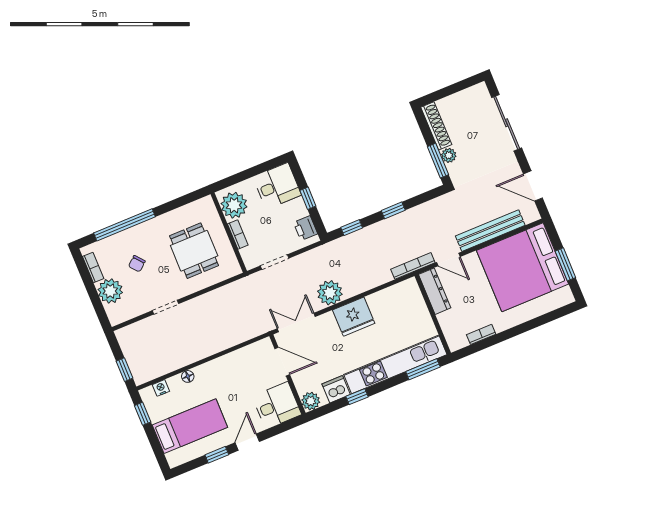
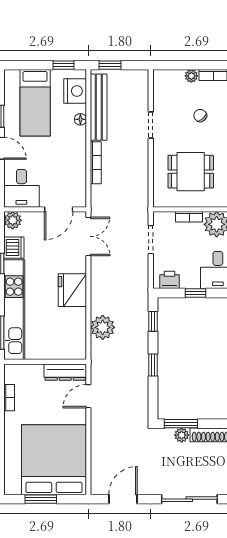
bench: (490, 231) -> (99, 107), moved
bookcase: (413, 266) -> (96, 163), moved
plant: (110, 291) -> (191, 76), width x0.53, depth x0.53
plant: (330, 293) -> (103, 327), moved
nightstand: (161, 388) -> (75, 91), width x1.89, depth x1.79

